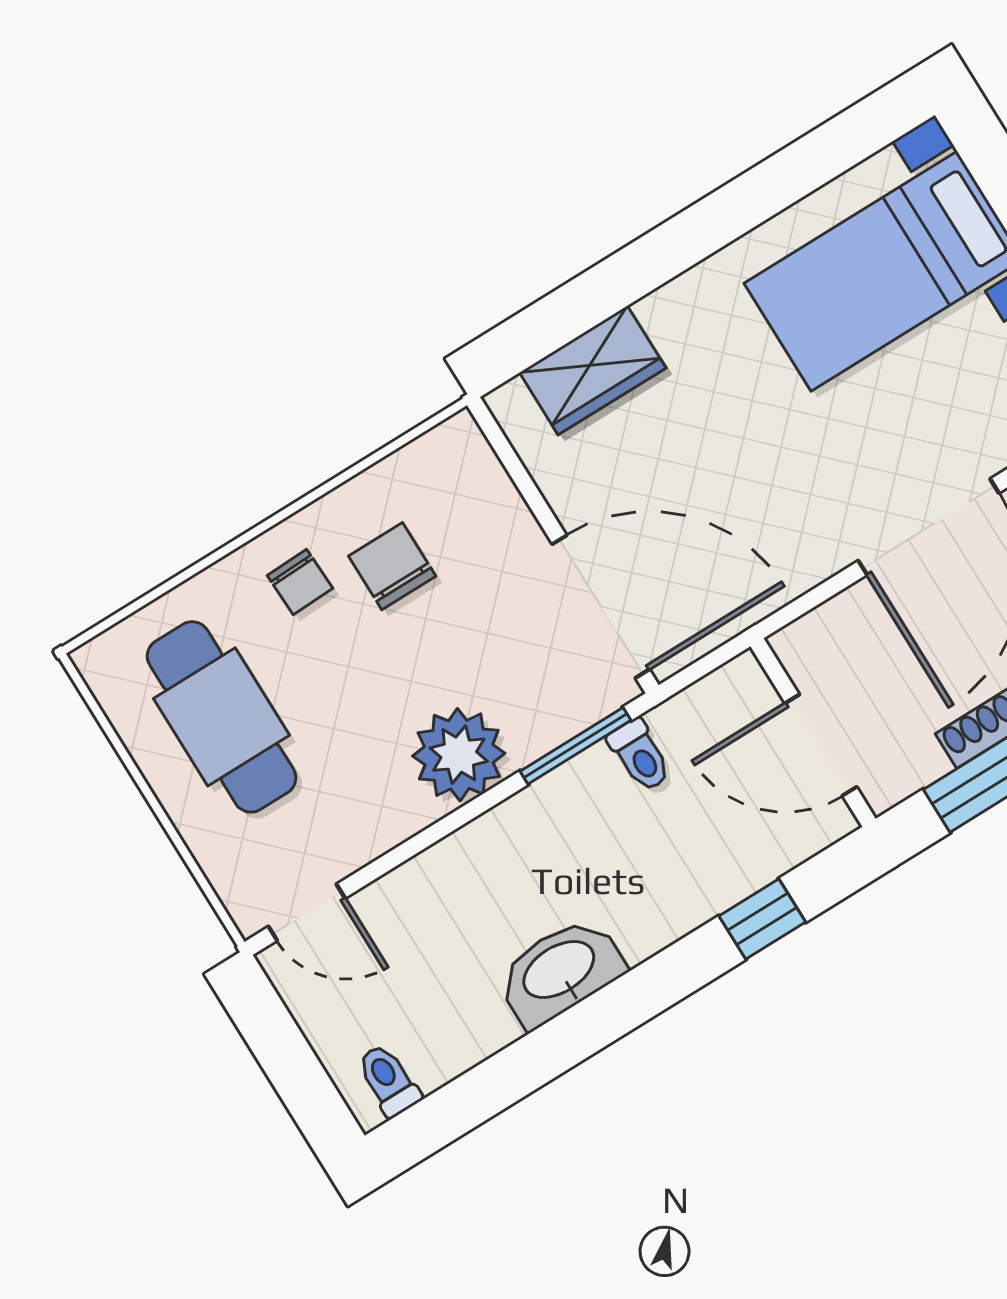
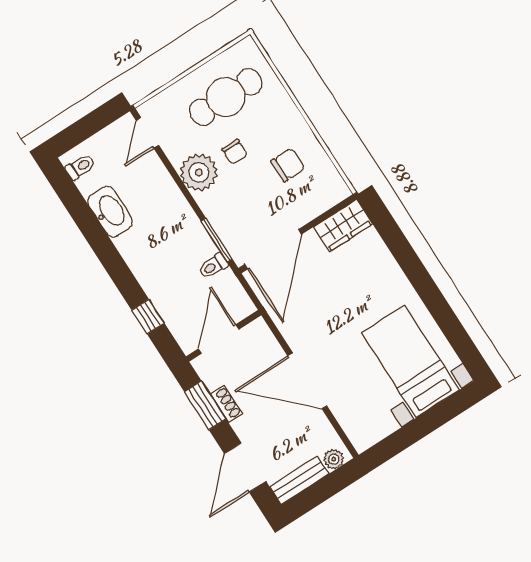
wardrobe: (593, 370) -> (343, 225), moved, turned -90
chair: (300, 582) -> (235, 152), moved, turned -88
plant: (459, 755) -> (199, 172), moved
washbasin: (560, 971) -> (110, 212), moved

